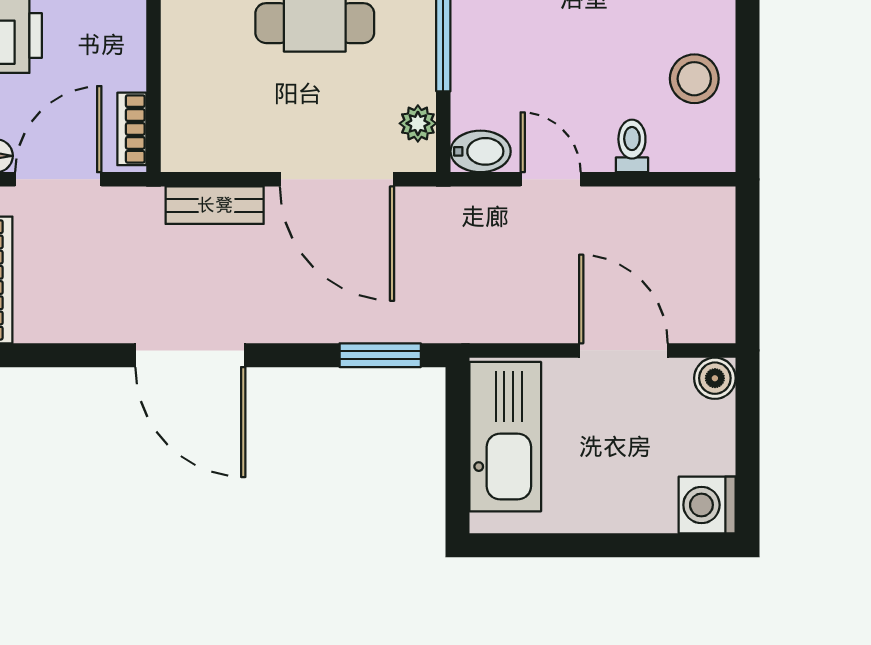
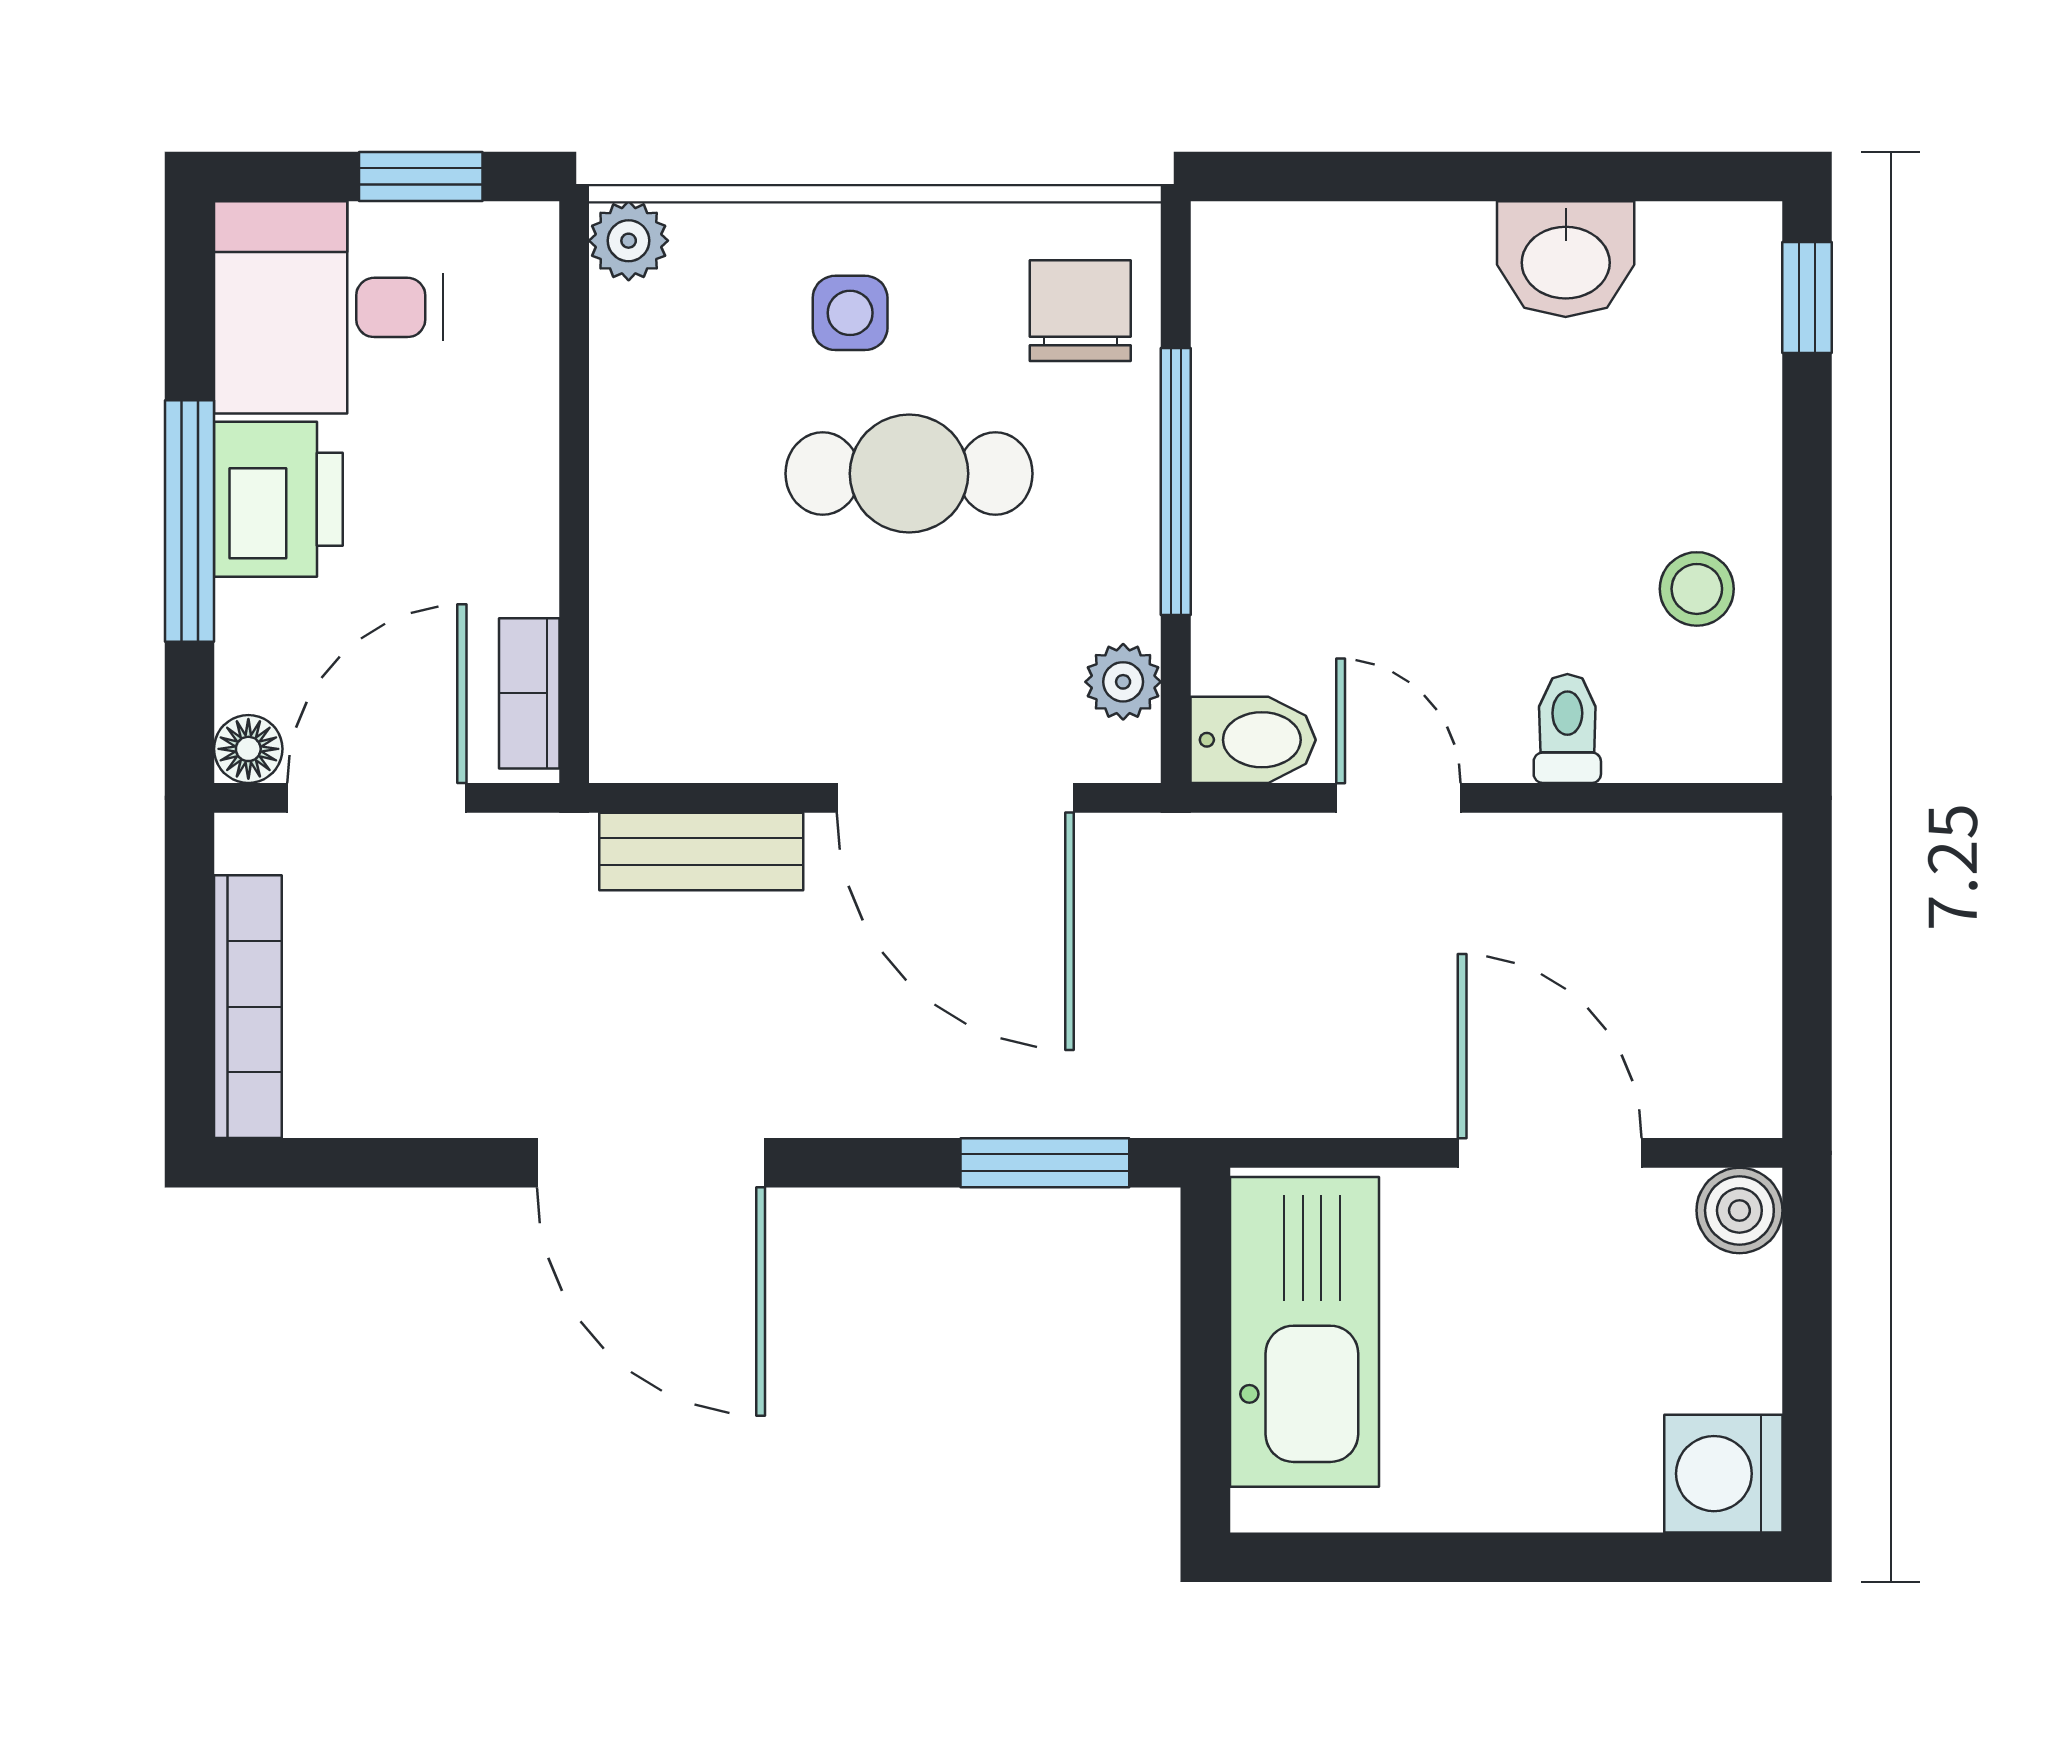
stool: (694, 79) -> (1697, 589), width x0.73, depth x0.73

